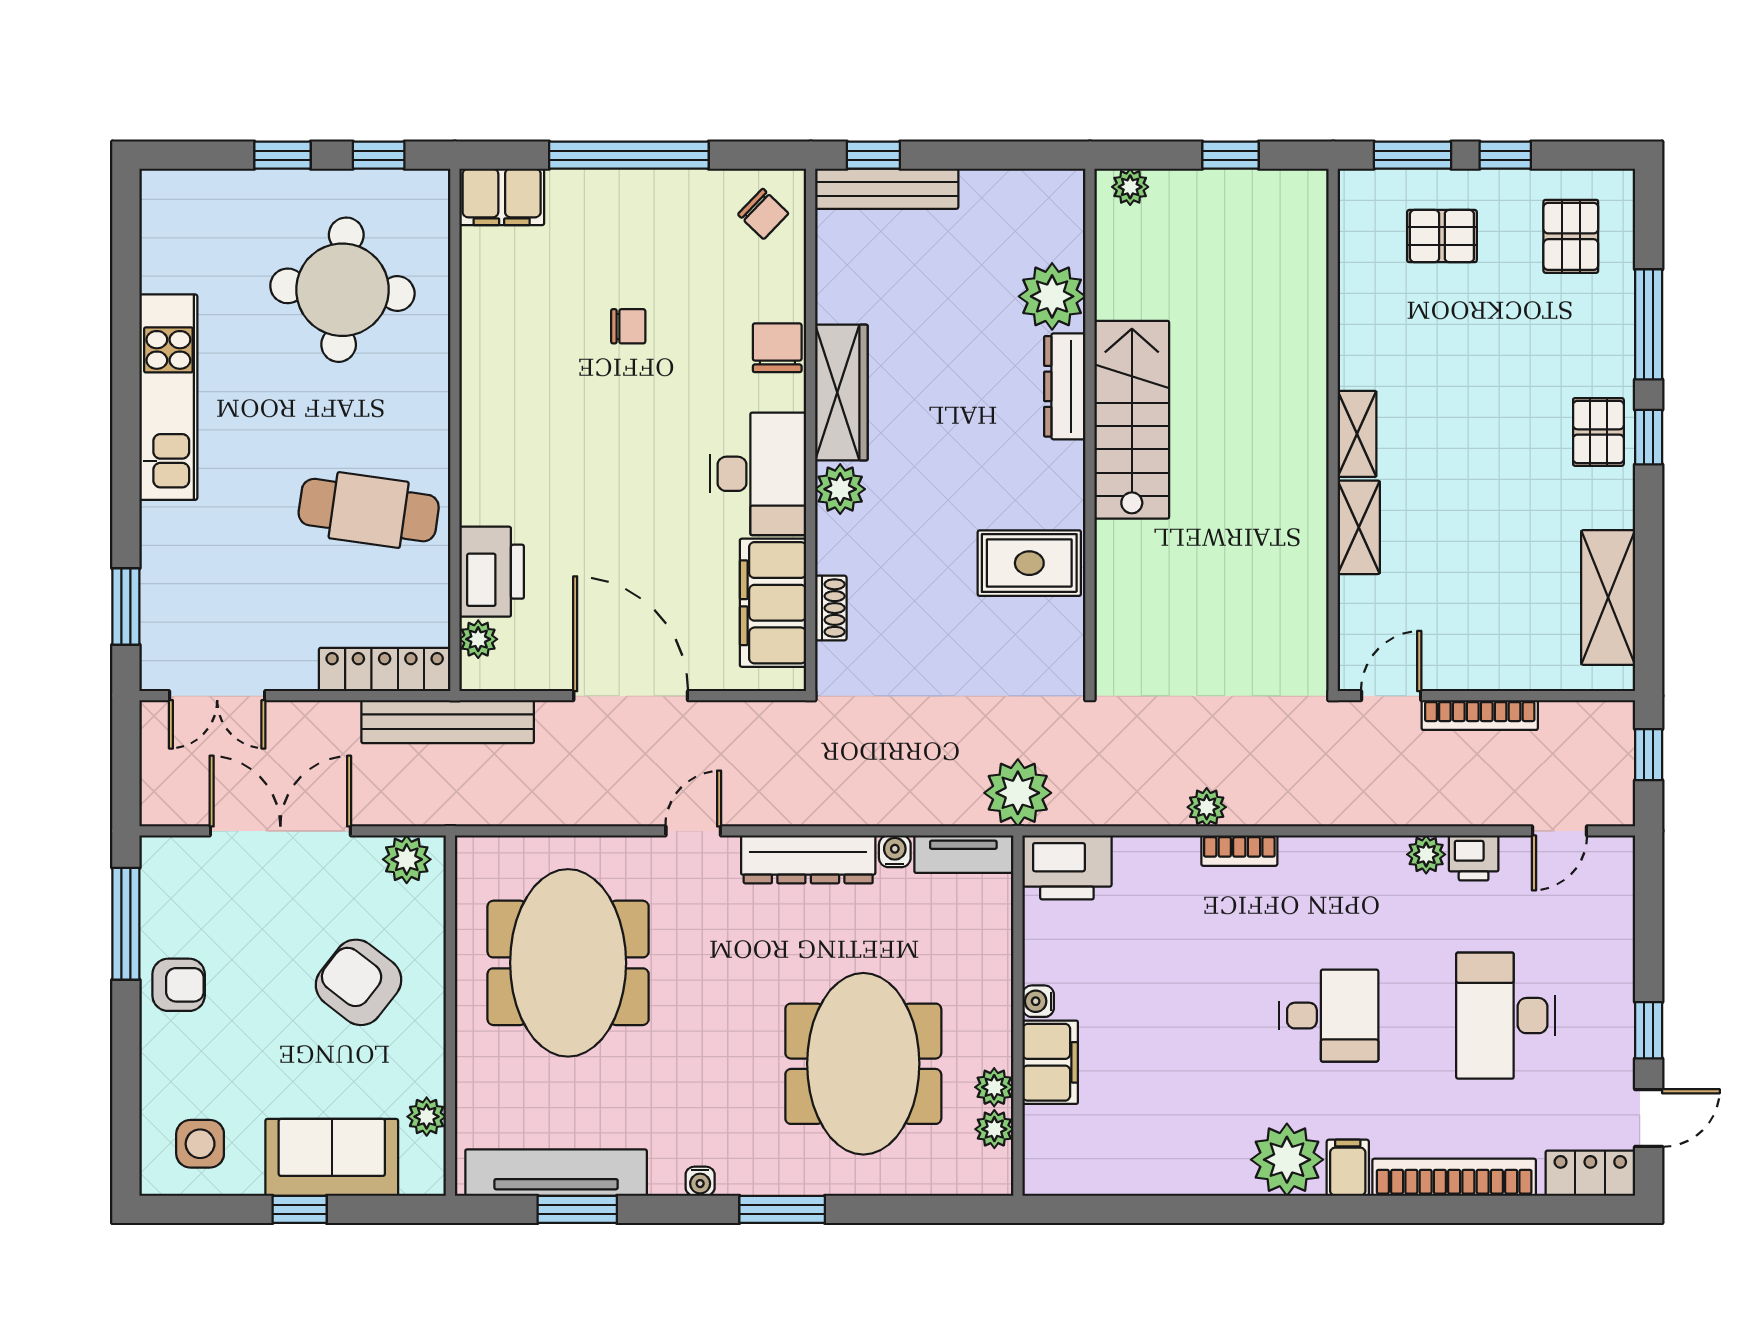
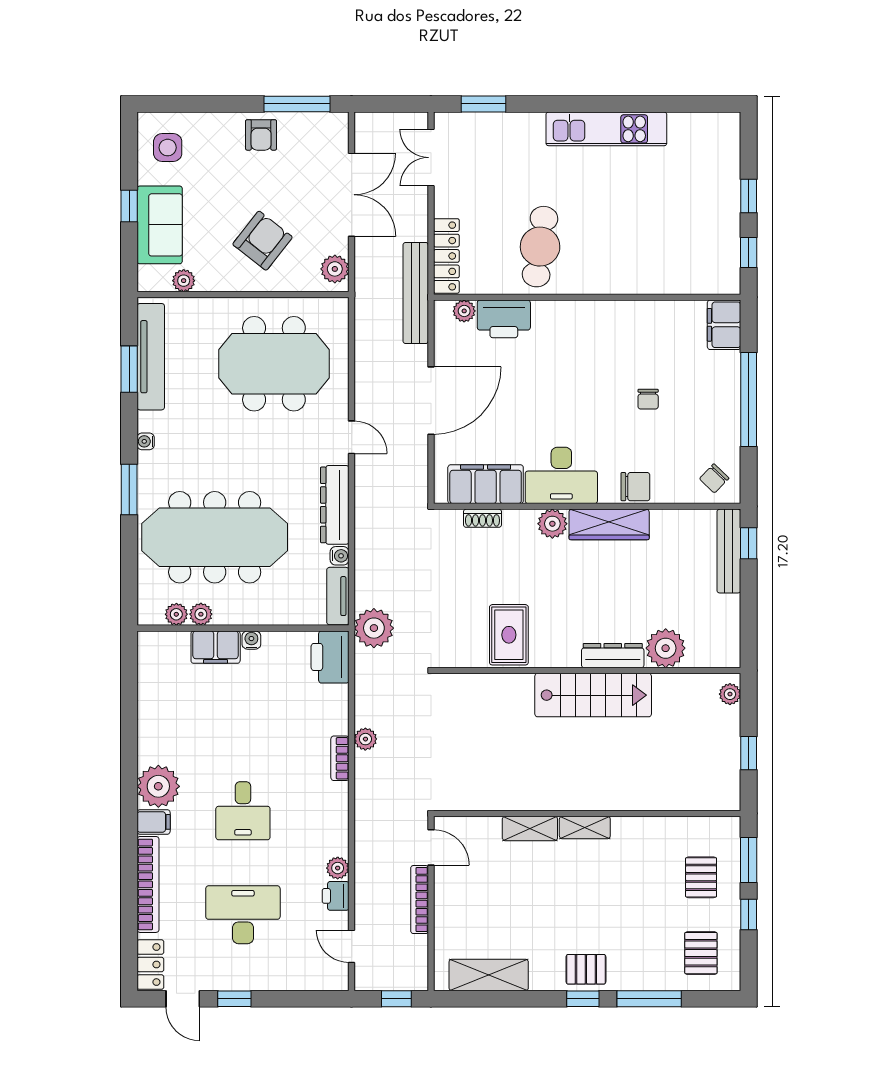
pallet: (1571, 236) -> (701, 953), turned 90
round table: (342, 290) -> (670, 231), removed
meeting table: (863, 1064) -> (215, 537), width x1.36

